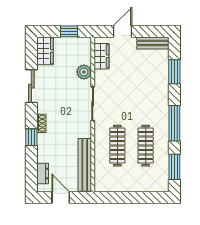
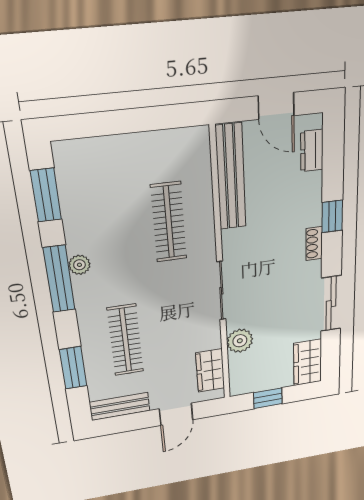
plant: (164, 129) -> (79, 265), added
clothes rail: (146, 146) -> (125, 340), moved

